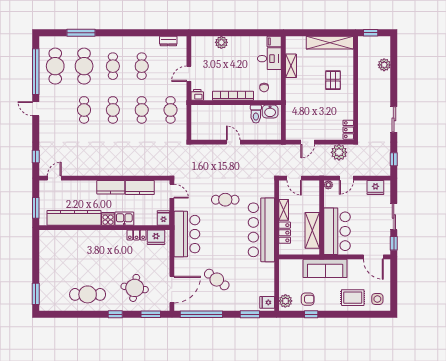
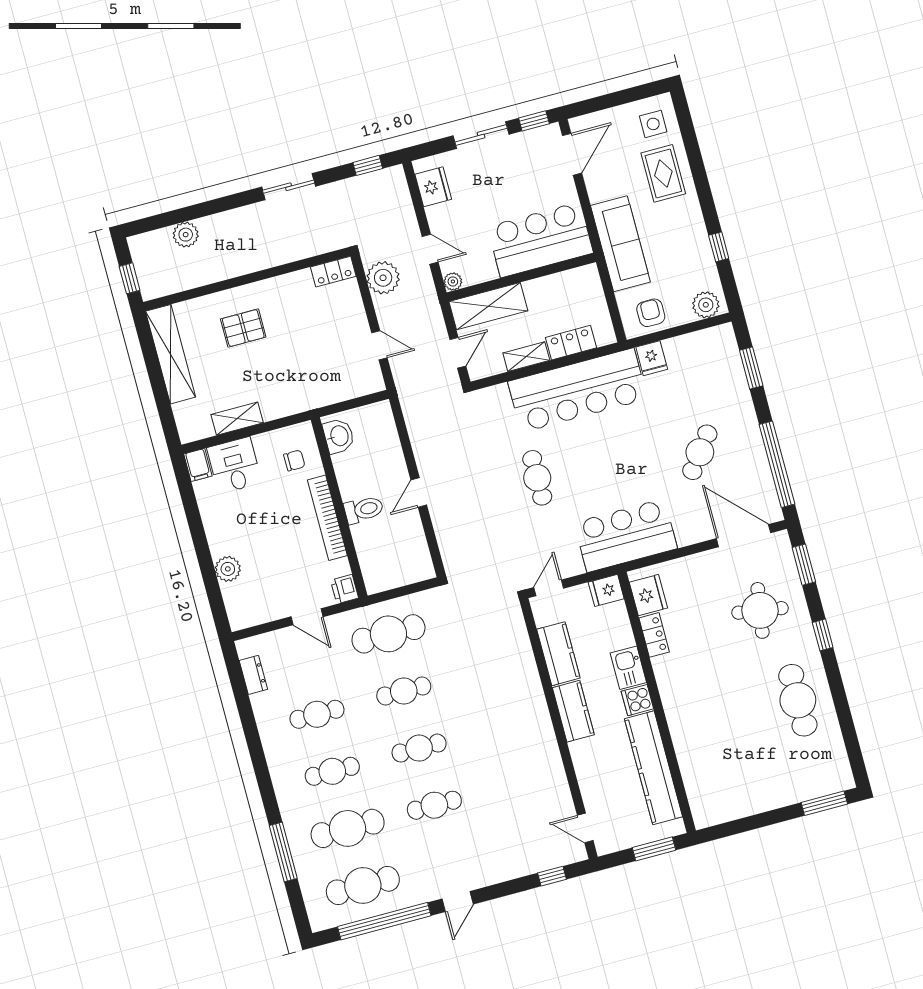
cafe table: (171, 110) -> (388, 634), width x1.37, depth x1.35
toilet: (256, 114) -> (364, 510), moved
shelving: (312, 230) -> (488, 306), moved
armchair: (308, 299) -> (651, 313), moved
fridge: (267, 302) -> (652, 358), moved

